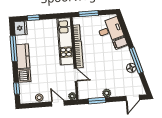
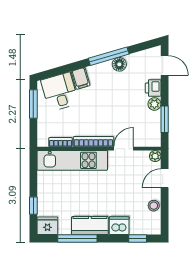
window: (89, 14) -> (33, 104), moved
printer: (117, 91) -> (153, 88), added

